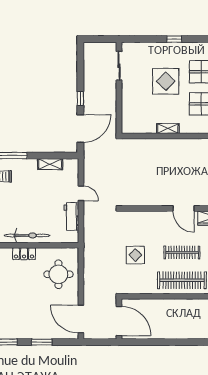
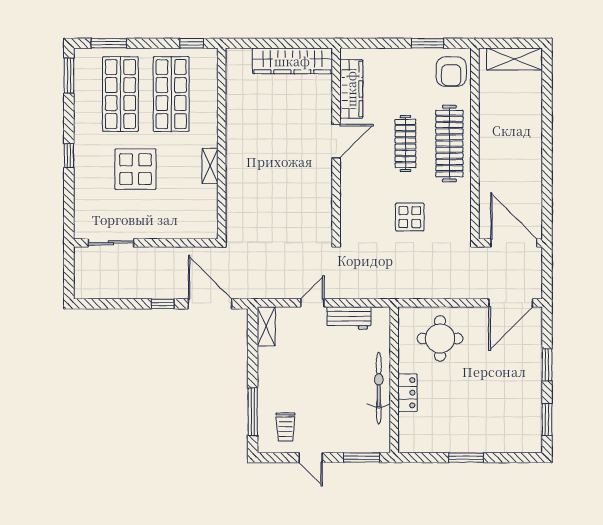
shelving: (50, 164) -> (266, 326), moved
door: (119, 321) -> (514, 243), hinge flipped

